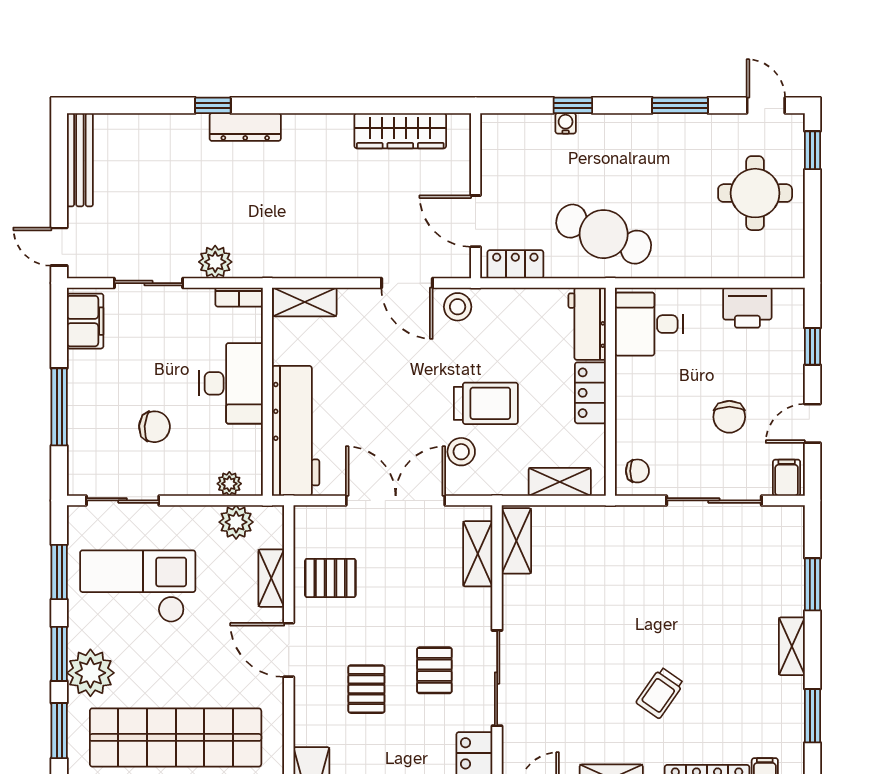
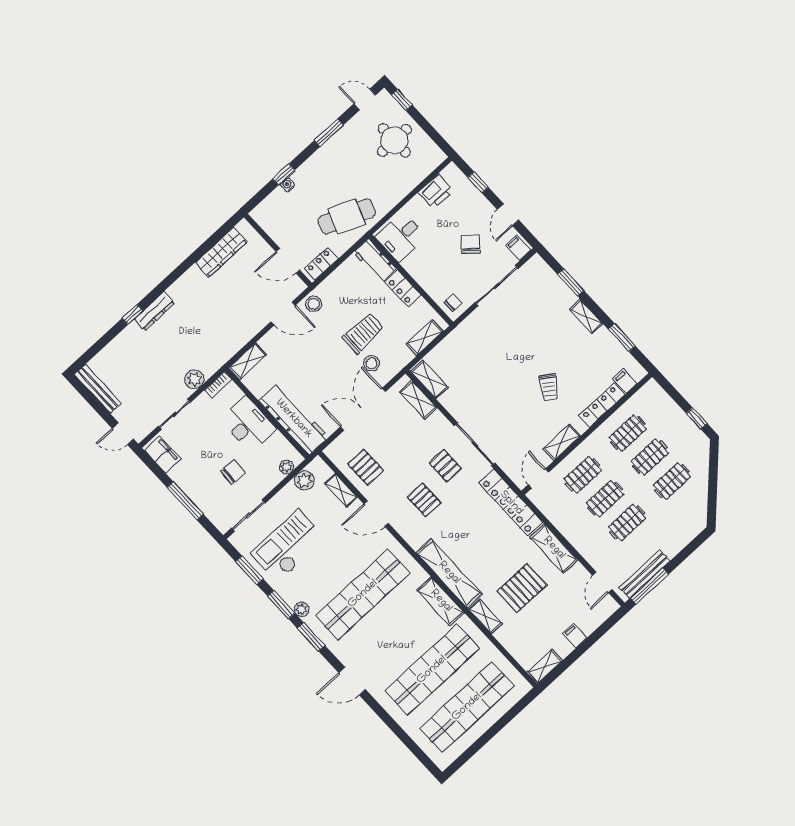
chair: (729, 417) -> (471, 244), turned -140
pallet: (330, 578) -> (366, 467), turned 90
plant: (90, 673) -> (301, 609), width x0.53, depth x0.53

